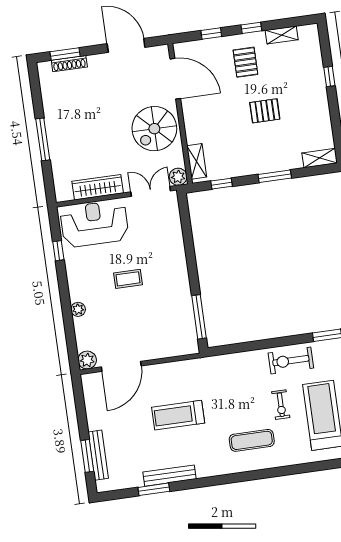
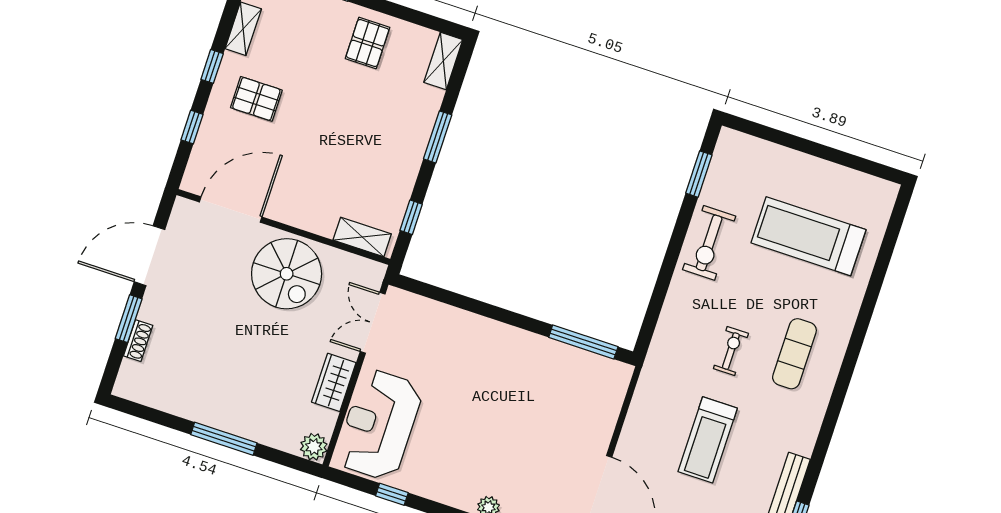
window: (65, 54) -> (129, 319), moved
shoe rack: (69, 64) -> (138, 341), width x0.70
pallet: (265, 111) -> (368, 43), moved
plant: (178, 177) -> (314, 447), moved
wardrobe: (98, 187) -> (334, 382), width x0.67
coffee table: (128, 279) -> (480, 416), removed
exercise bike: (281, 405) -> (731, 351), moved, turned -90

